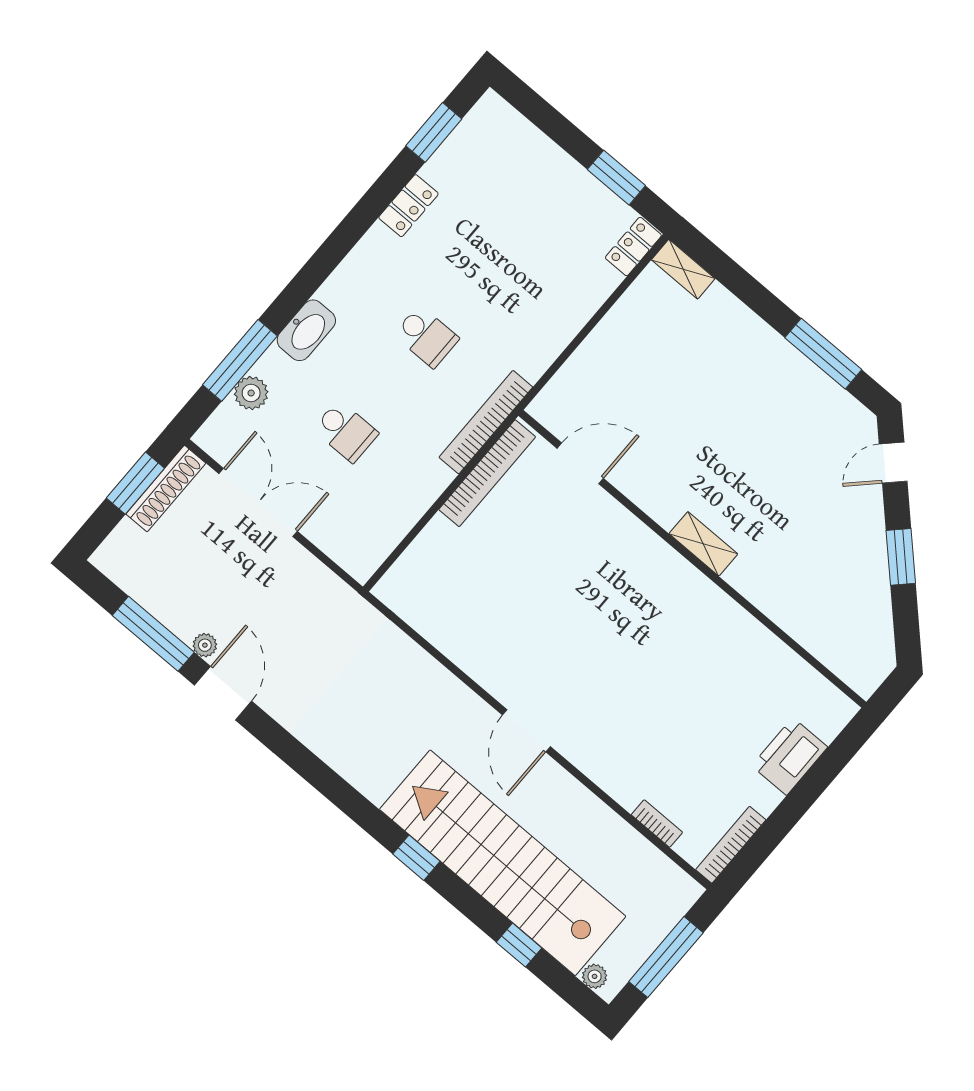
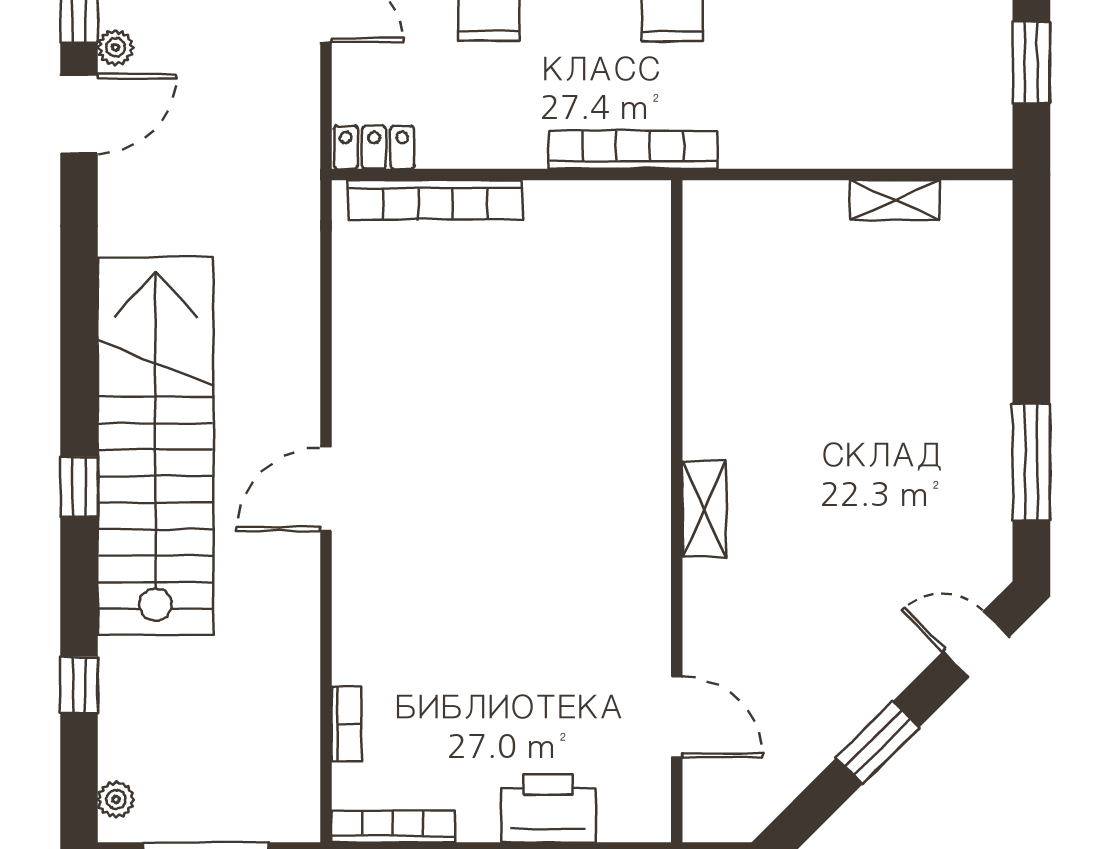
locker: (633, 247) -> (374, 147), moved
shelving: (683, 269) -> (895, 200), moved, turned 90
door: (580, 463) -> (677, 717), moved
bookcase: (487, 473) -> (435, 200), moved
stairs: (503, 863) -> (155, 446), moved

